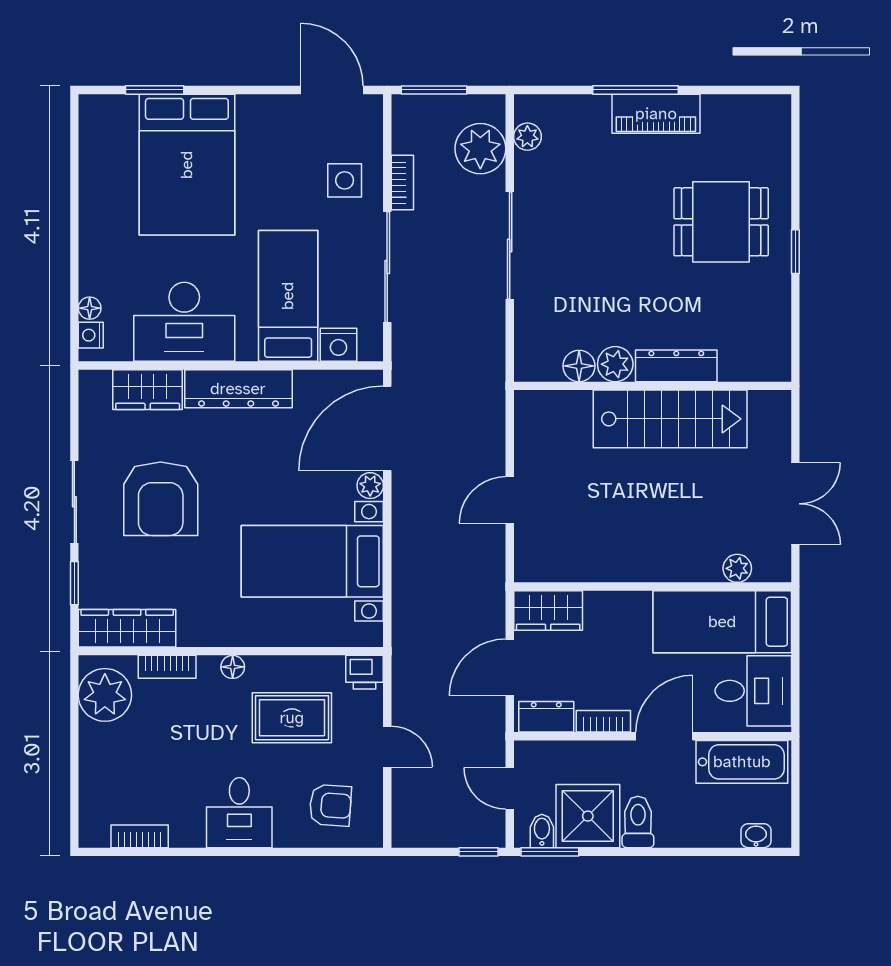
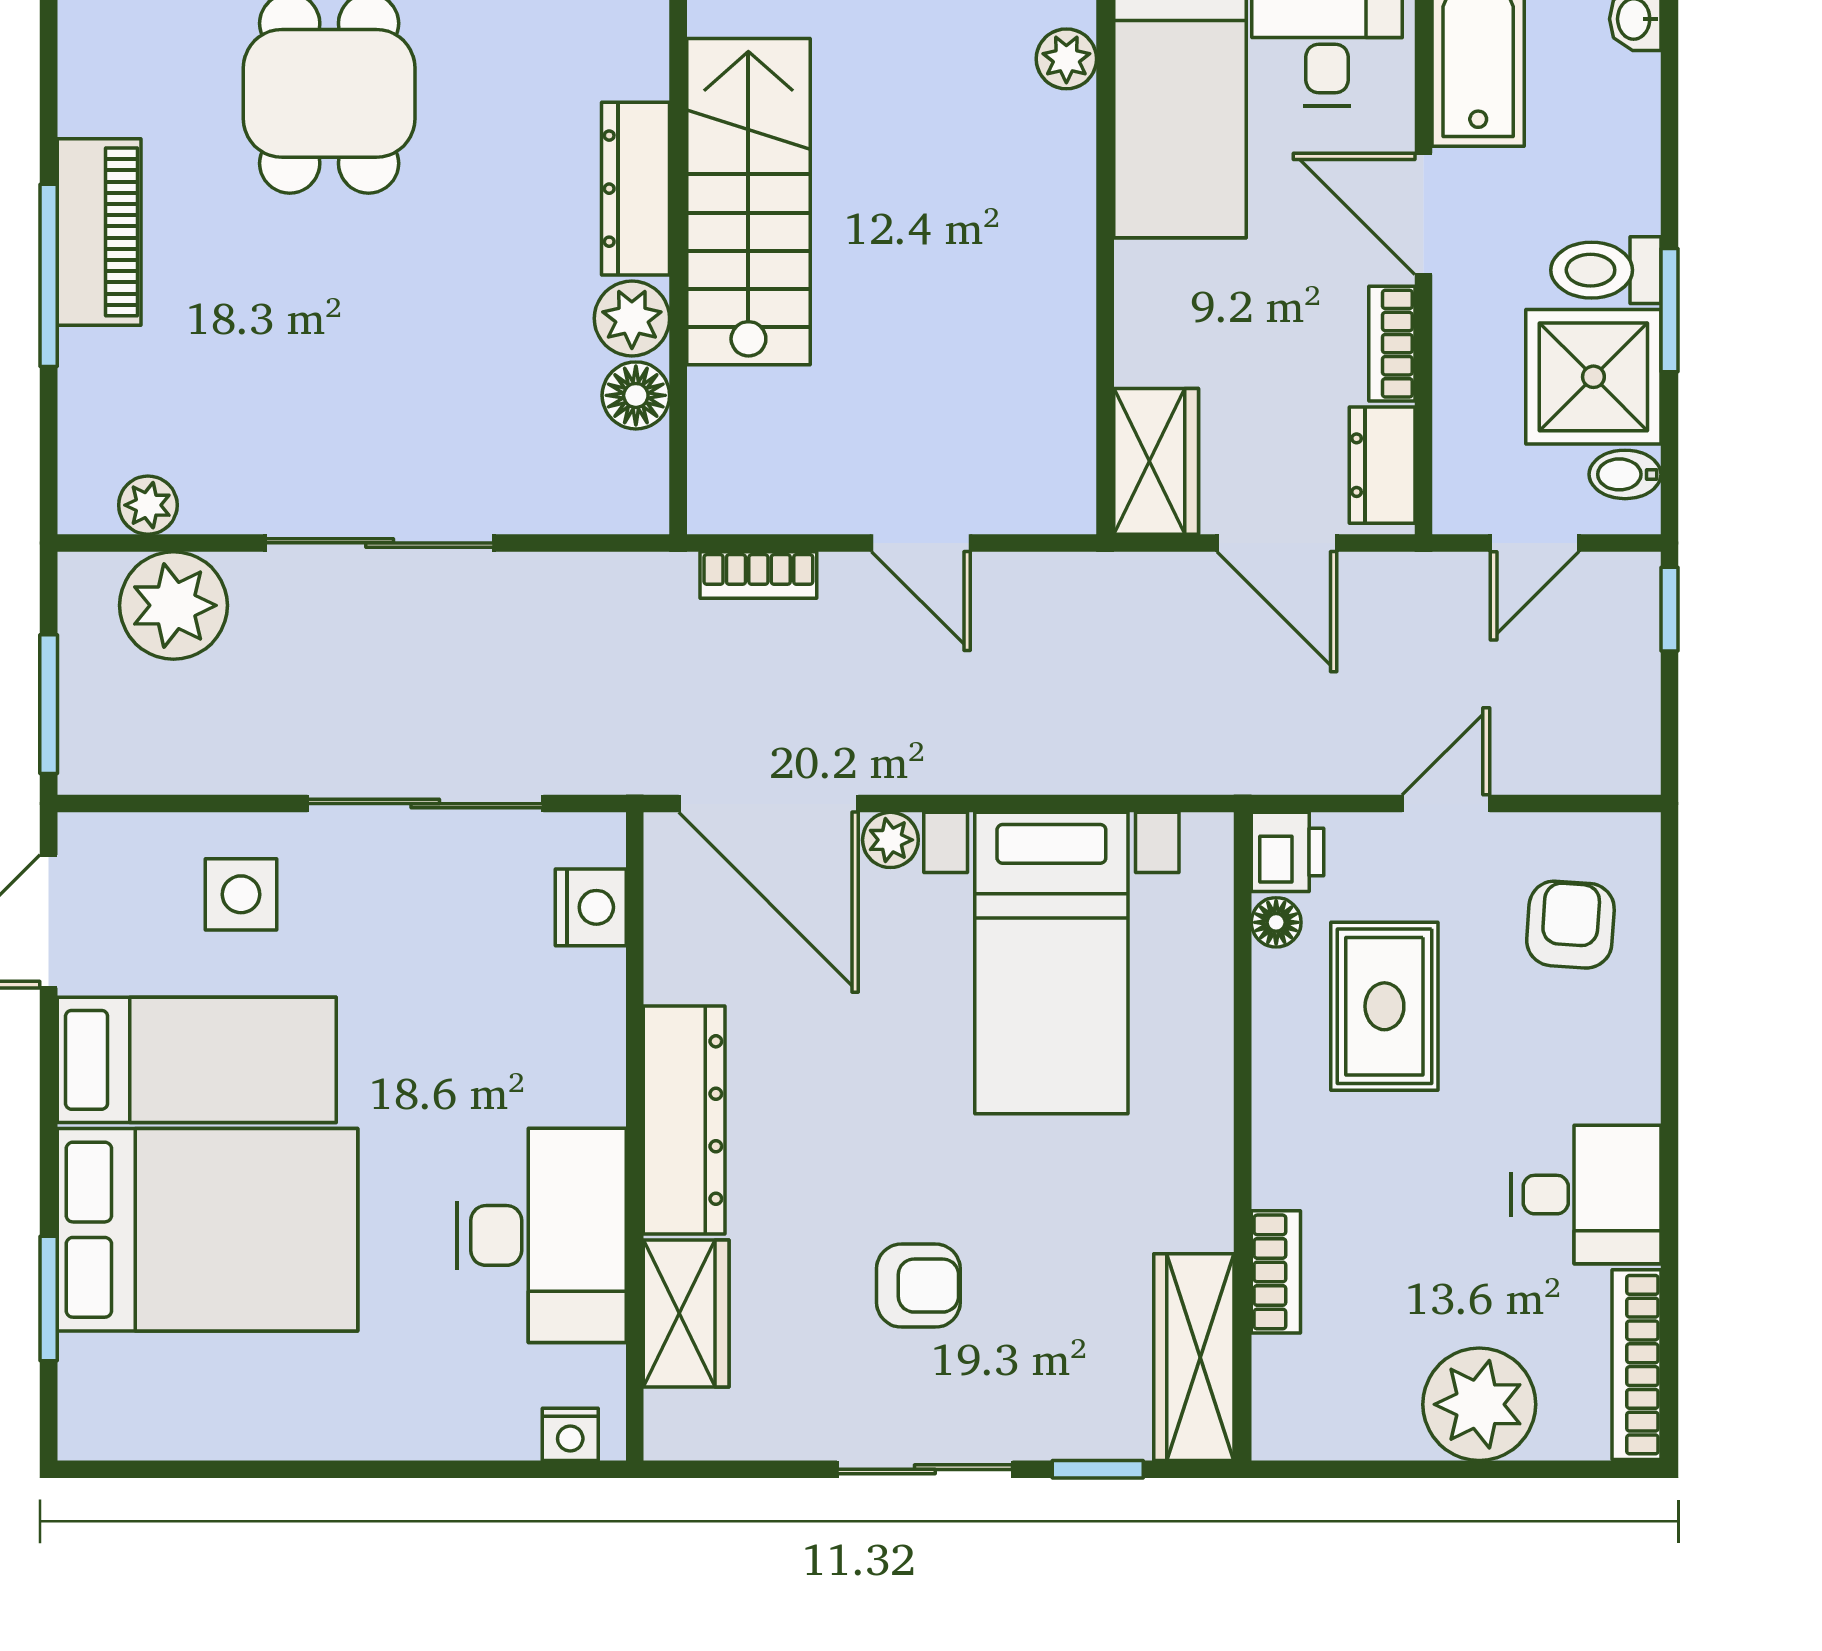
bookcase: (402, 183) -> (758, 575), moved, turned 180
bed: (288, 296) -> (197, 1060), moved, turned 180
floor lamp: (90, 308) -> (513, 1437), removed
armchair: (161, 499) -> (918, 1286), width x0.53, depth x0.53
floor lamp: (233, 667) -> (1276, 922), moved
plant: (105, 695) -> (1479, 1404), moved
desk: (239, 813) -> (1586, 1195), moved
bookcase: (140, 836) -> (1637, 1365), width x1.56
window: (550, 852) -> (1670, 310), moved

